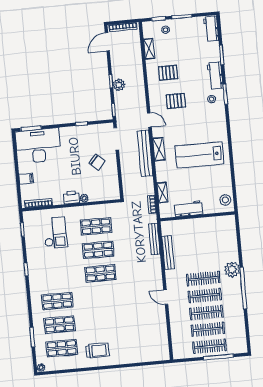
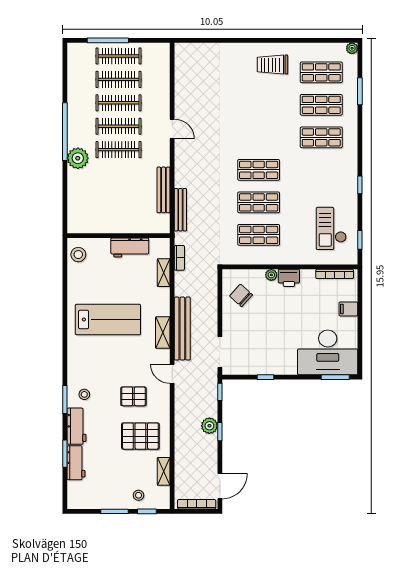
workbench: (211, 29) -> (76, 463), moved
pallet: (168, 73) -> (140, 436), width x1.50, depth x1.42
chair: (97, 162) -> (241, 295), moved
checkout: (55, 233) -> (331, 228), moved

